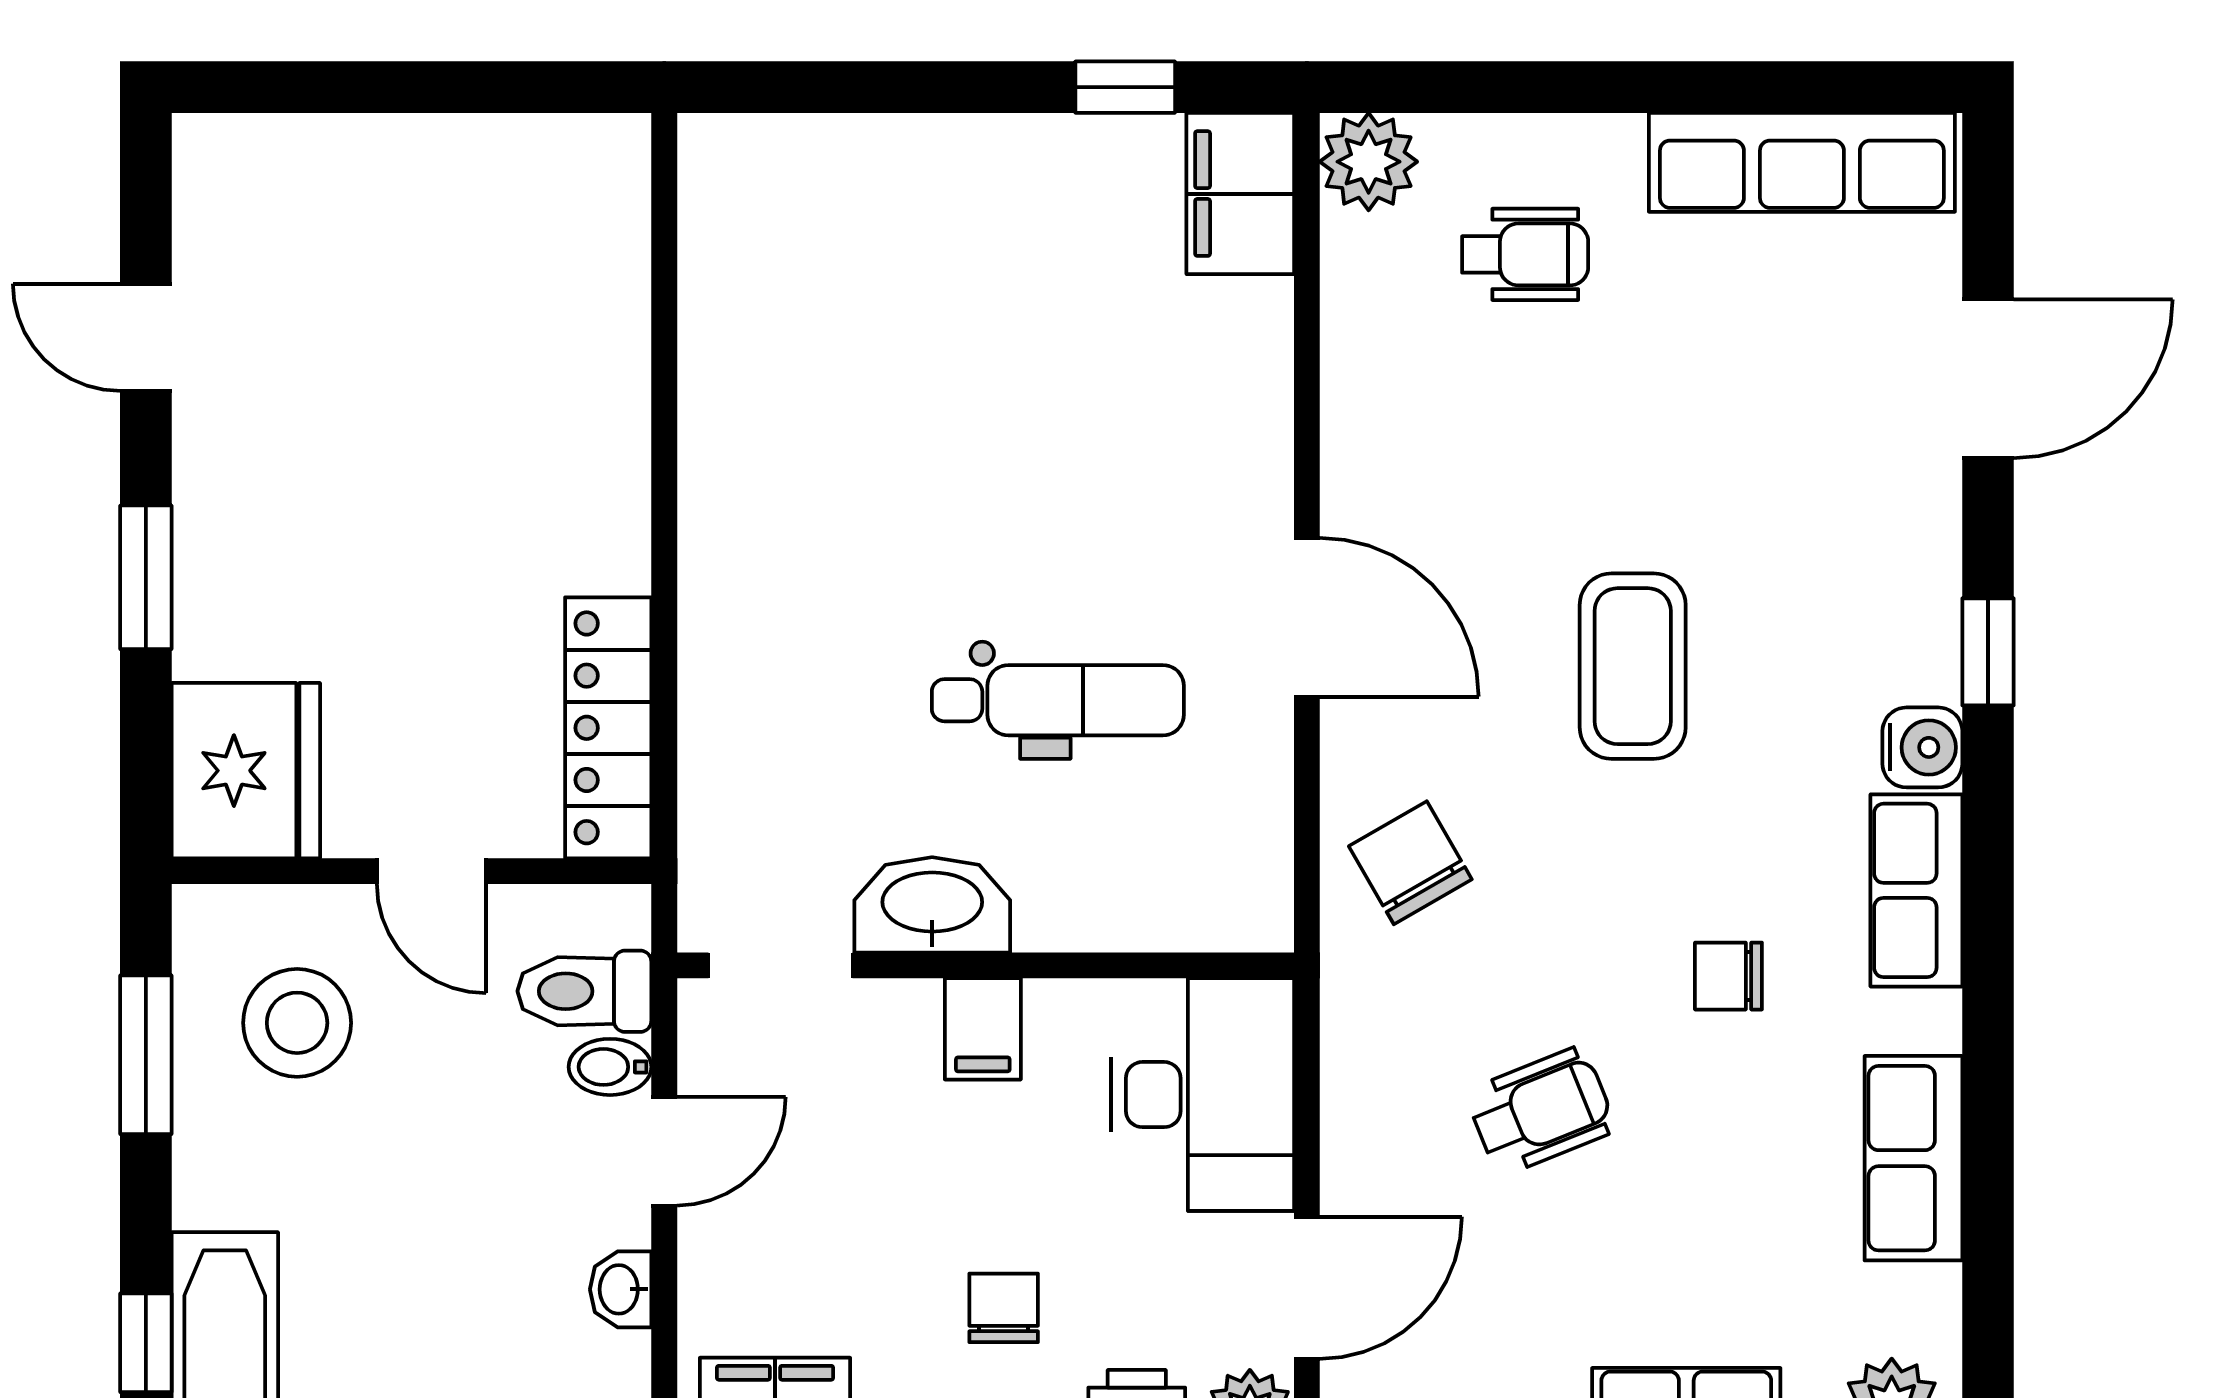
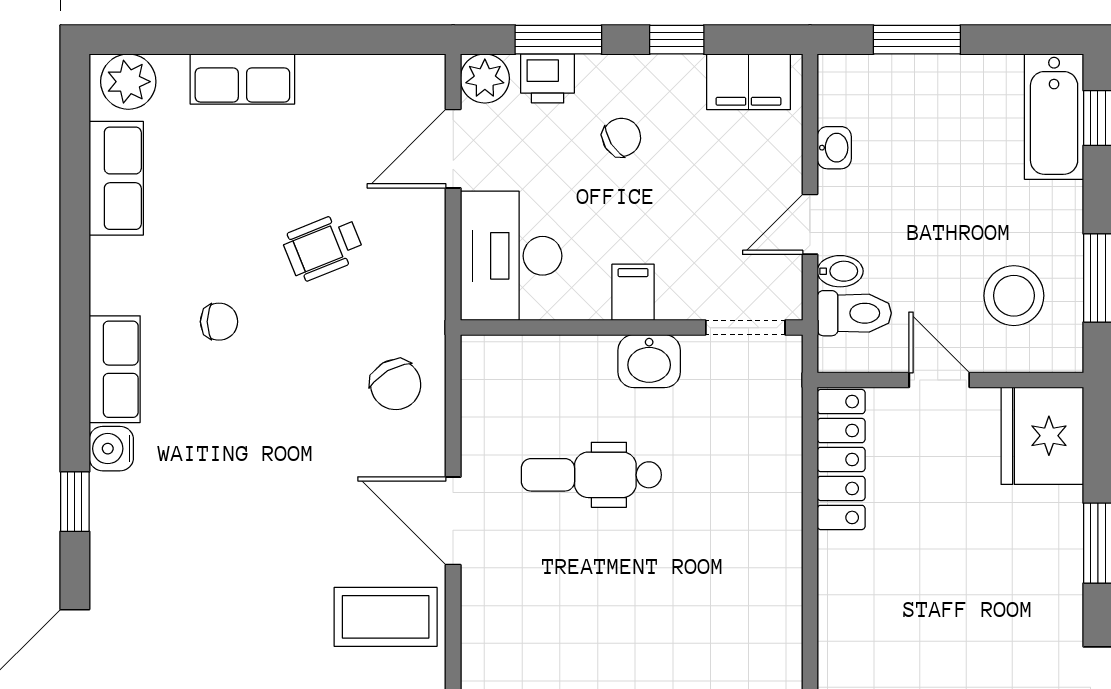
coffee table: (1633, 666) -> (386, 617), moved, turned 90
washbasin: (932, 905) -> (649, 361), width x0.72
row of seats: (1913, 1158) -> (116, 178), moved
chair: (1004, 1308) -> (622, 137), turned -122

